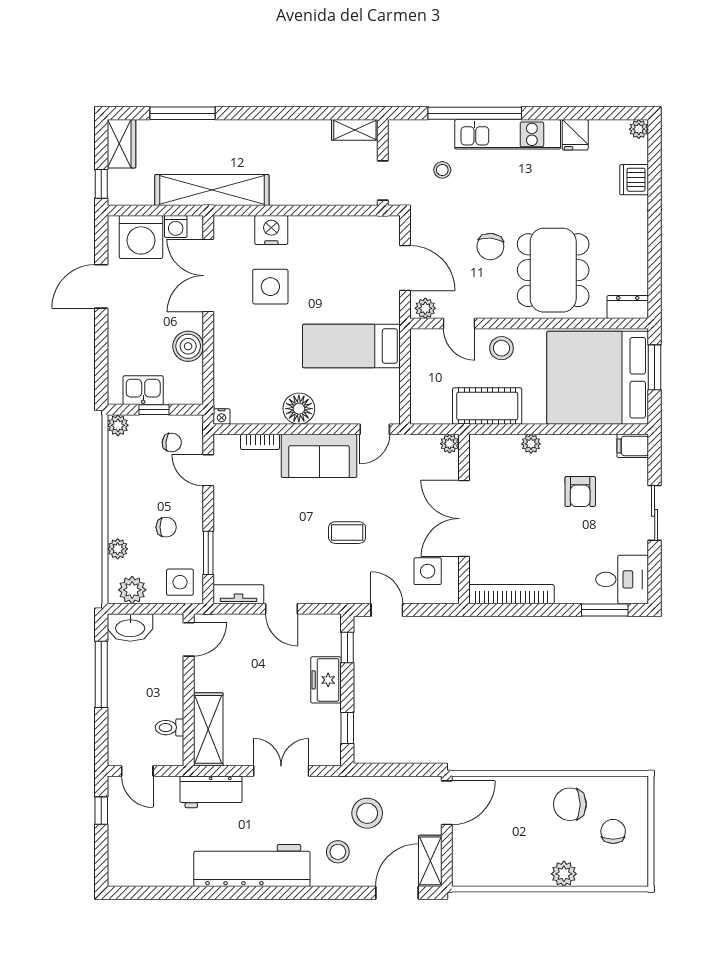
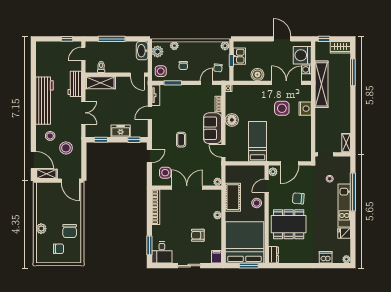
window: (101, 674) -> (112, 39), moved
chair: (570, 804) -> (70, 231), turned 180

